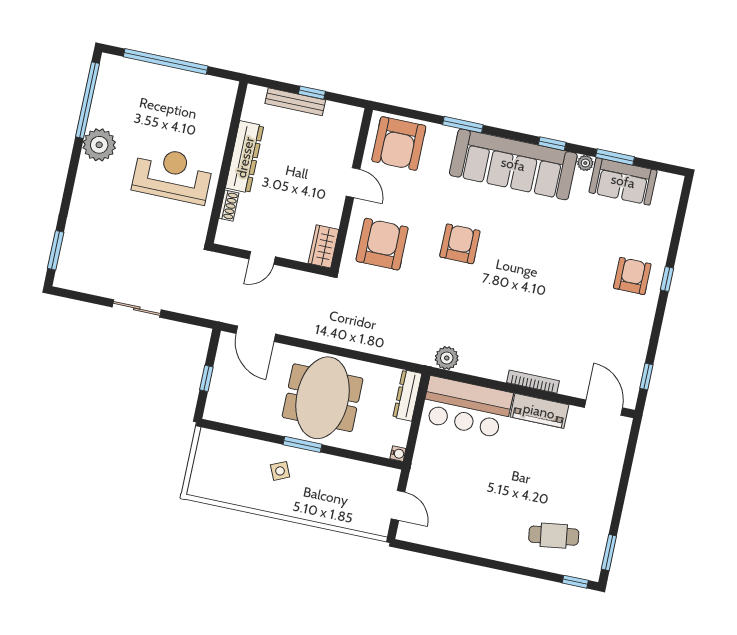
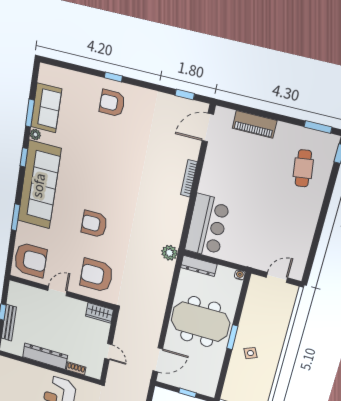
plant: (447, 358) -> (169, 253), moved
piano: (539, 411) -> (254, 124), moved, turned 90

